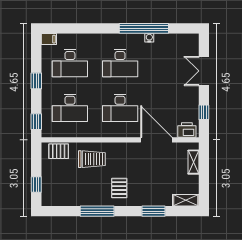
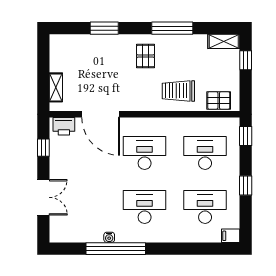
shelving: (186, 200) -> (224, 41), moved

